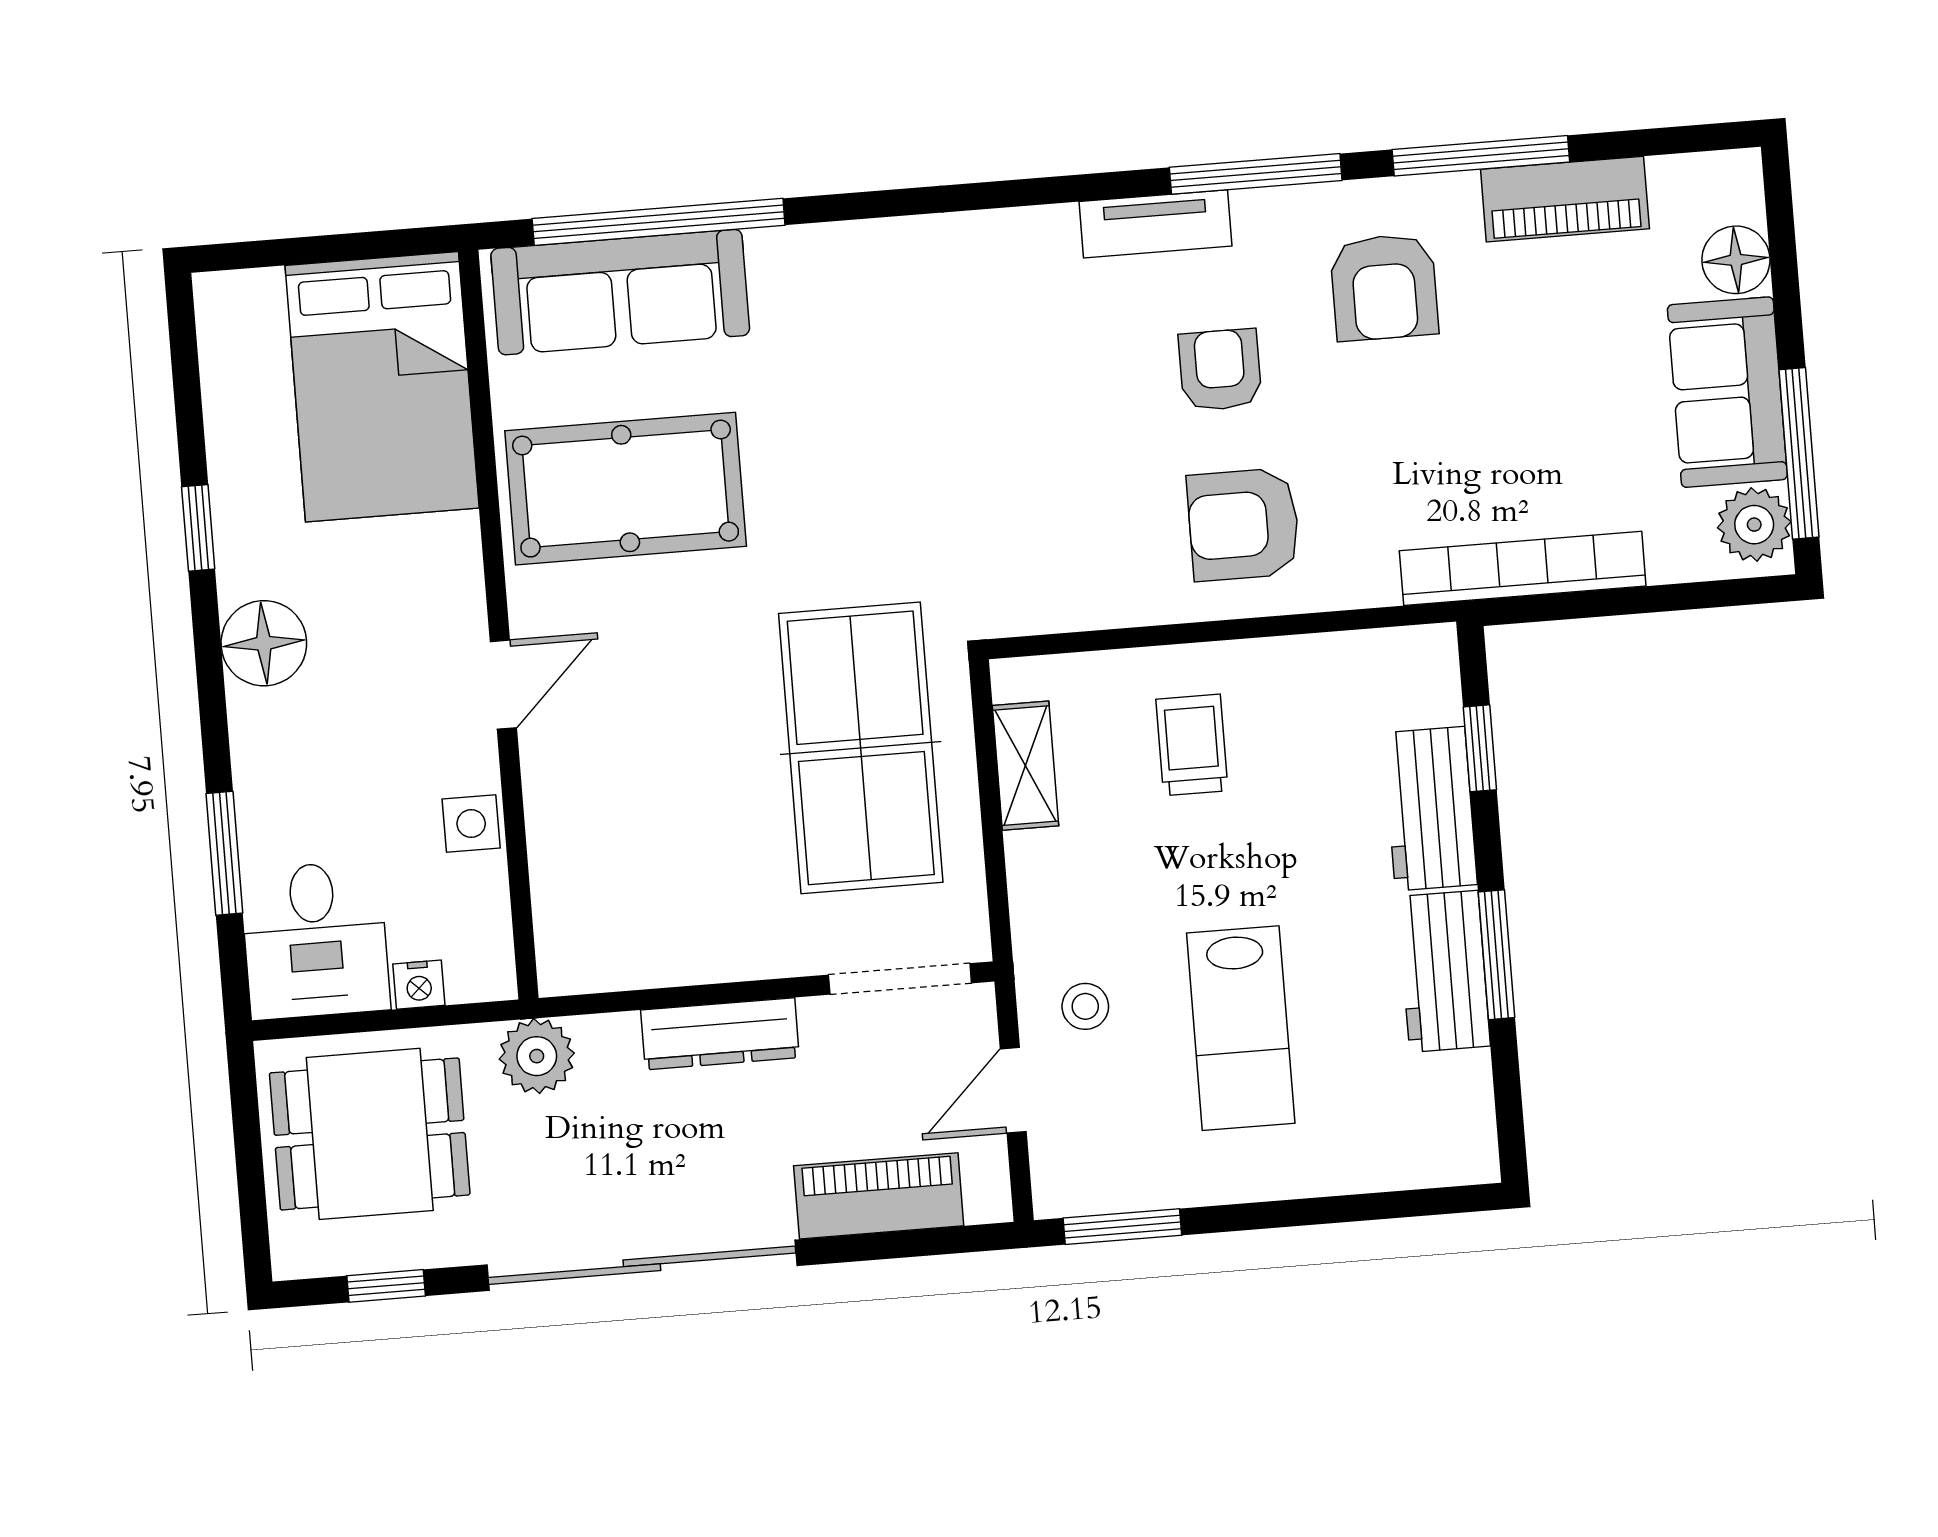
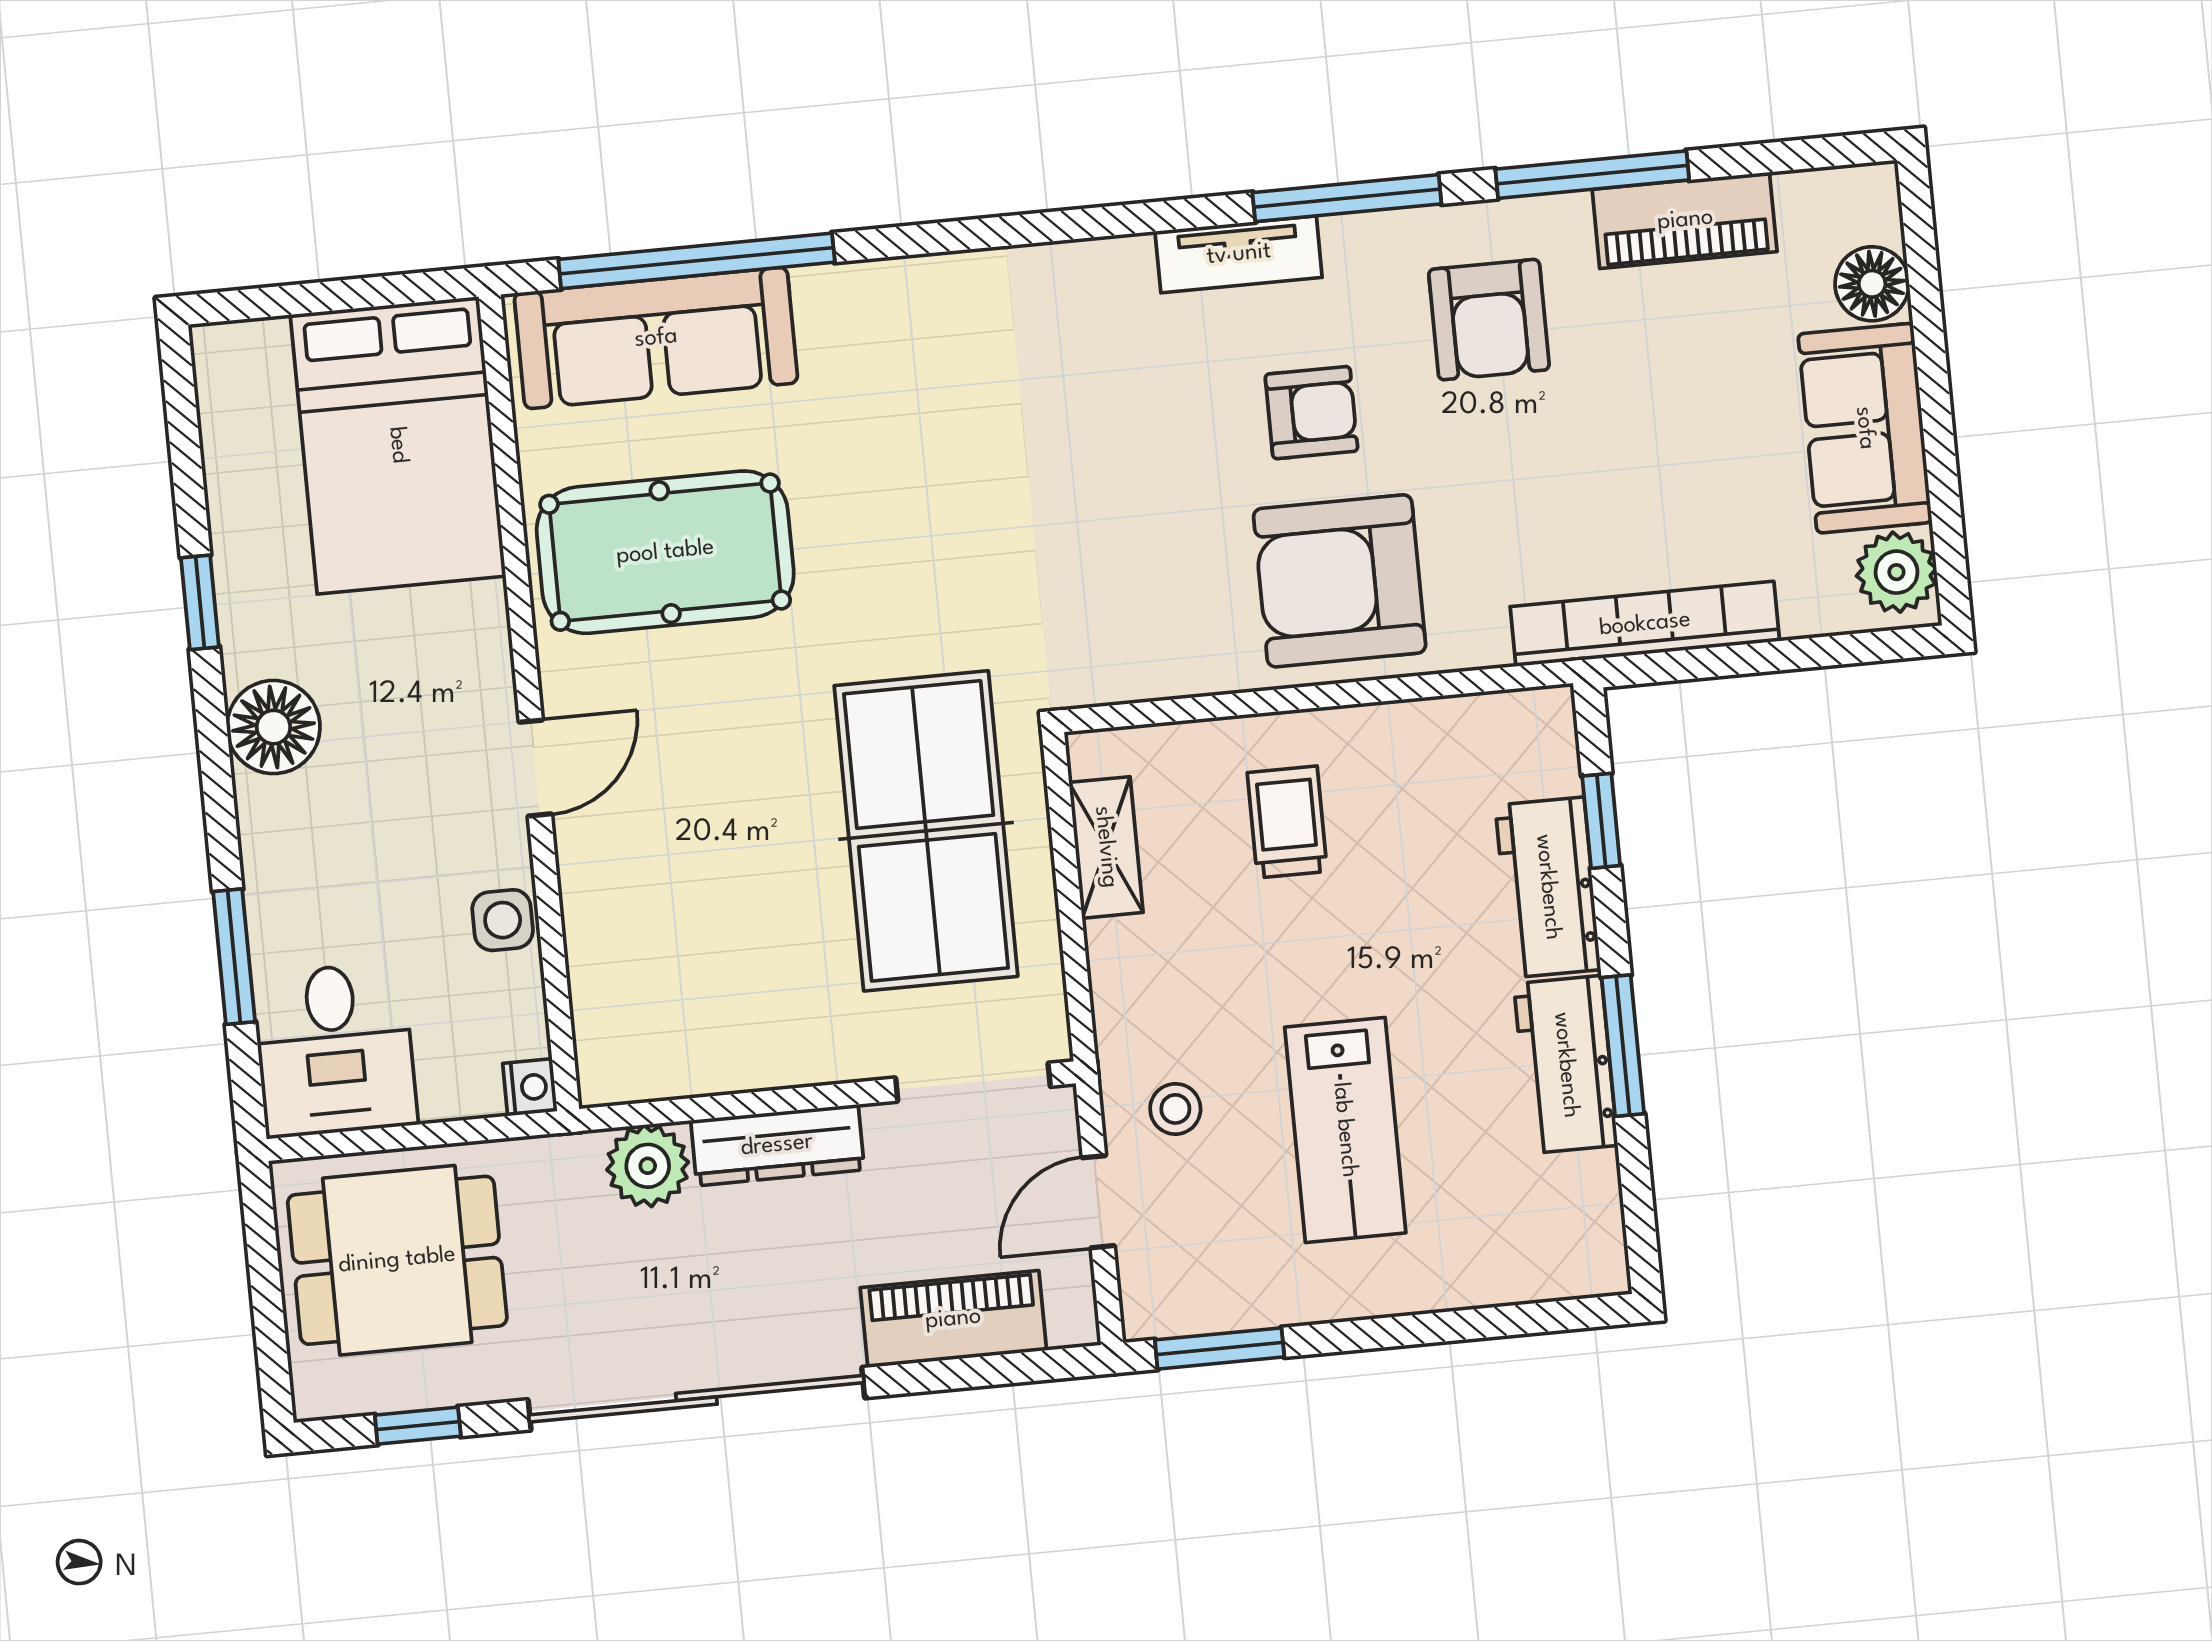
armchair: (1220, 370) -> (1311, 413), turned 90
window: (1799, 453) -> (1944, 494), removed
armchair: (1243, 525) -> (1340, 581), width x1.36, depth x1.36
nightstand: (419, 985) -> (530, 1087), moved, turned -90
plant: (537, 1056) -> (648, 1166), moved

